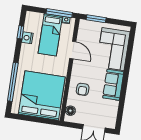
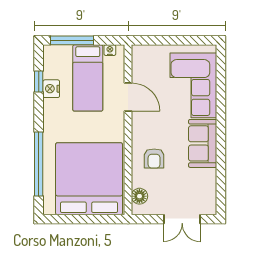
window: (59, 13) -> (72, 40), moved
window: (96, 19) -> (158, 40), removed

